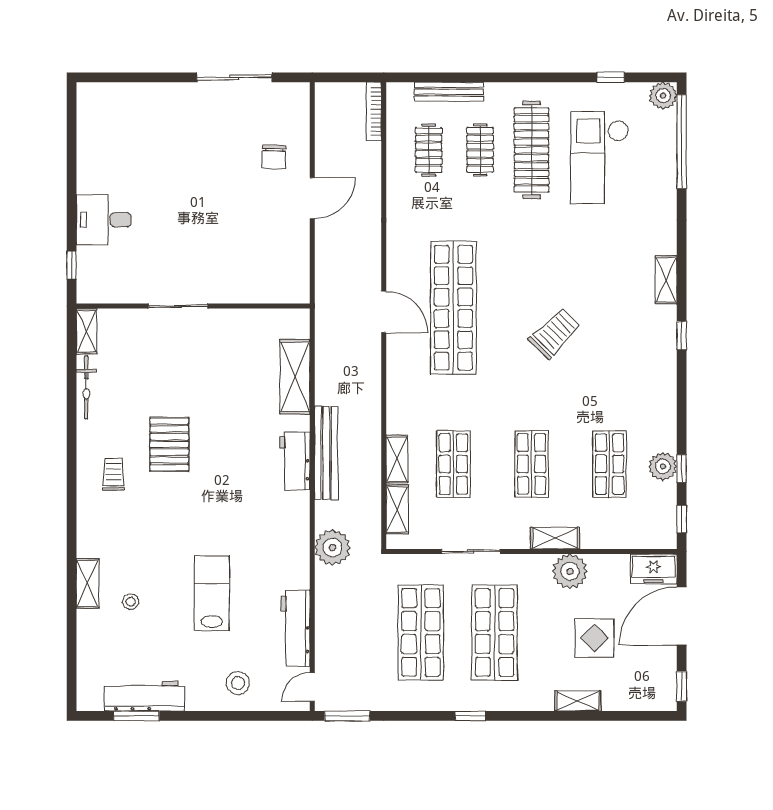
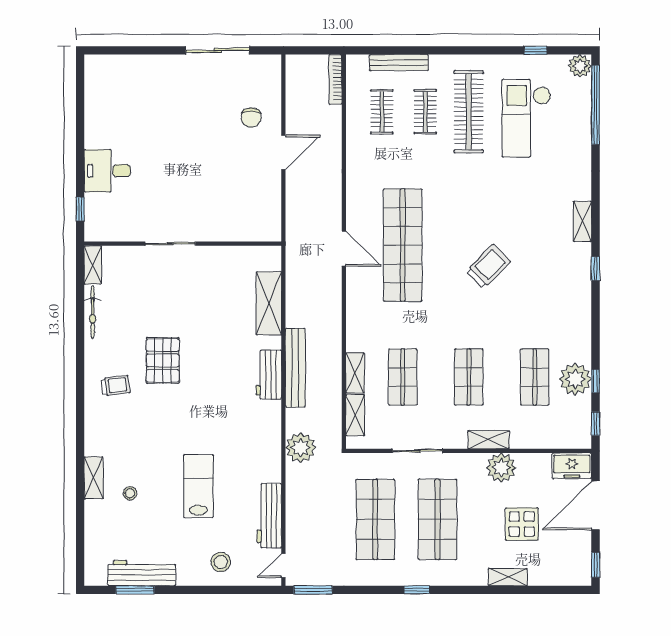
plant: (663, 466) -> (575, 379), width x1.36, depth x1.36
trolley: (113, 474) -> (116, 386), turned 83

